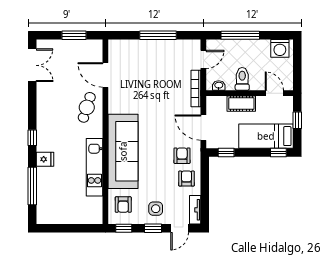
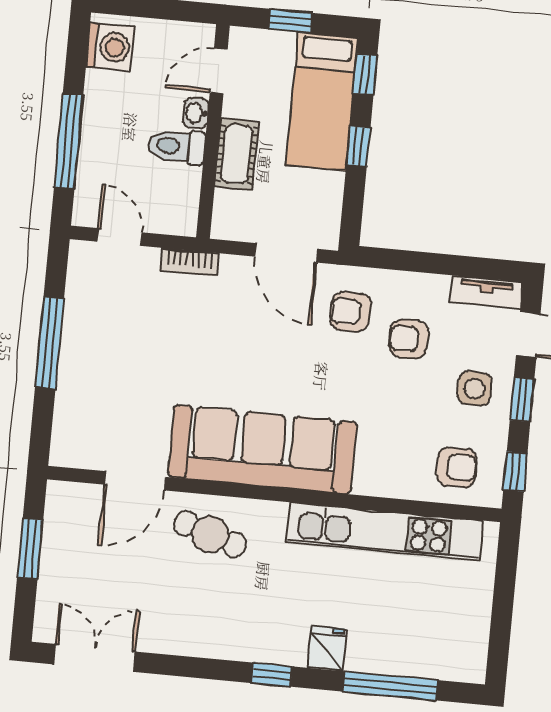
washbasin: (219, 85) -> (196, 113), moved
bookcase: (196, 89) -> (189, 262), width x0.64
door: (203, 128) -> (287, 253), hinge flipped
sofa: (123, 151) -> (262, 449), moved
window: (226, 152) -> (358, 146), moved
kitchen unit: (95, 167) -> (384, 531), width x1.36
armchair: (187, 179) -> (409, 339), moved

